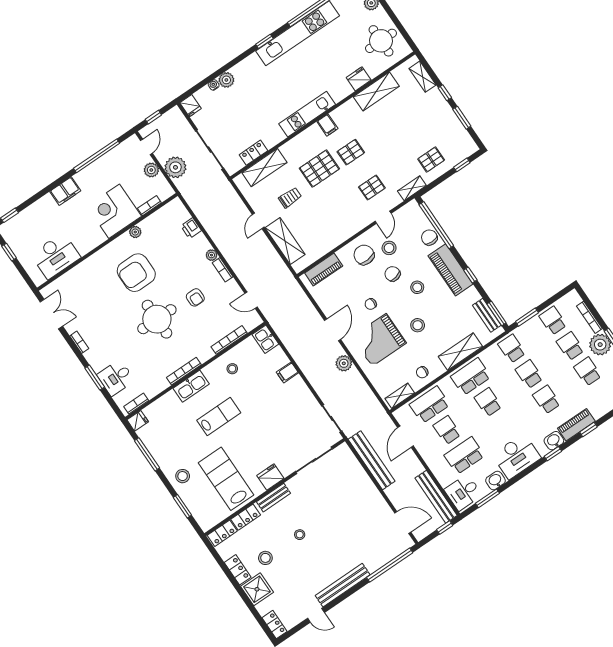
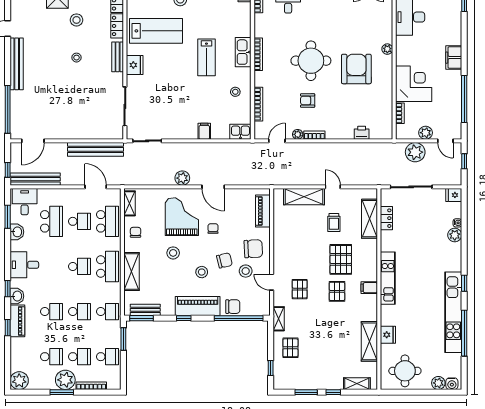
plant: (135, 232) -> (387, 49), moved
plant: (211, 255) -> (298, 134), moved
desk: (516, 456) -> (24, 265), width x0.73

